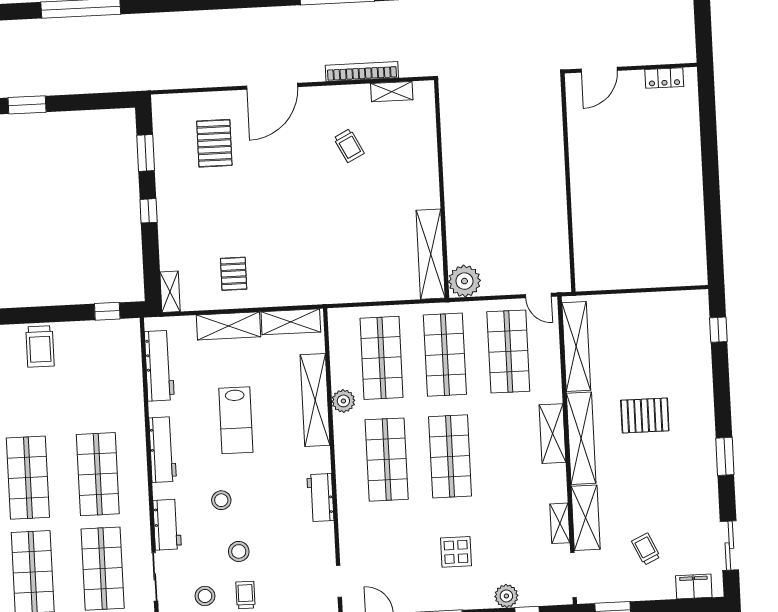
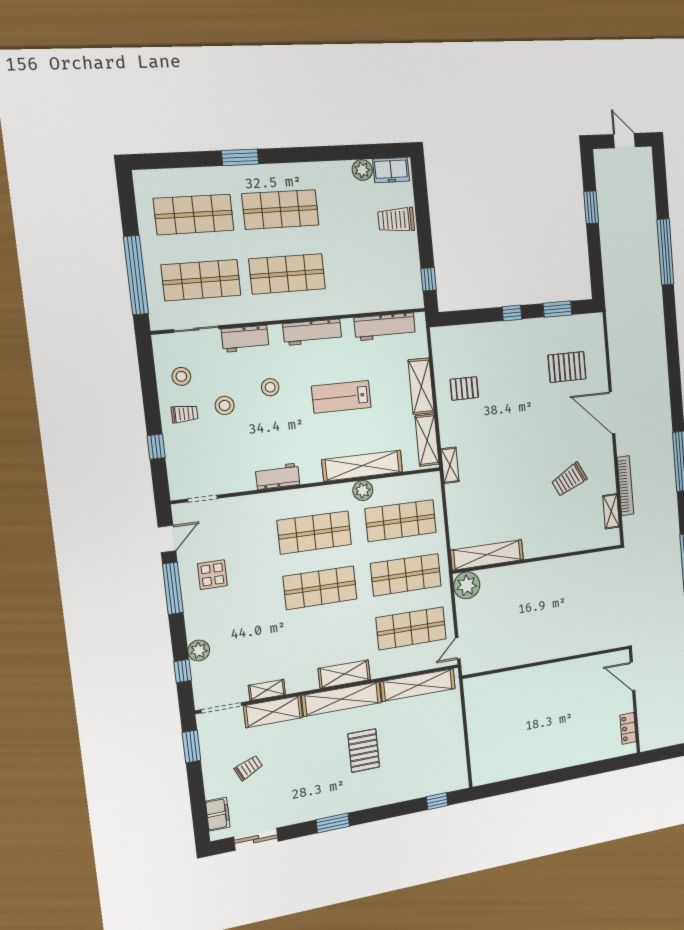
trolley: (349, 146) -> (569, 479), width x1.36, depth x1.39
shelving: (170, 292) -> (450, 465), moved, turned 90
display table: (456, 552) -> (212, 575), moved

